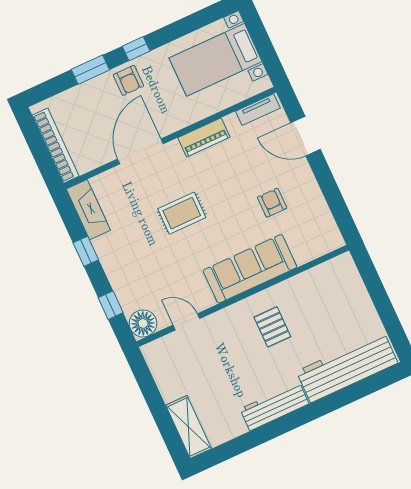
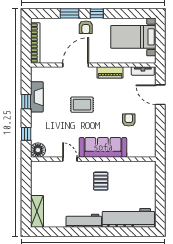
fireplace: (88, 210) -> (37, 97), moved
door: (186, 322) -> (70, 159), moved

